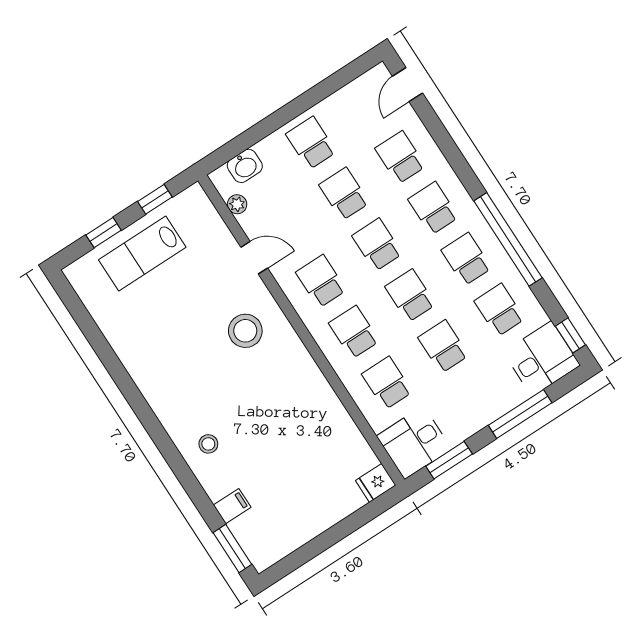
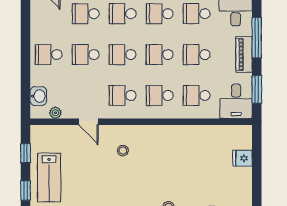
door: (254, 258) -> (88, 122), swing flipped
stool: (245, 331) -> (123, 151), width x0.53, depth x0.53
piano: (486, 411) -> (244, 54), added
fridge: (376, 483) -> (242, 158), moved, turned 90

